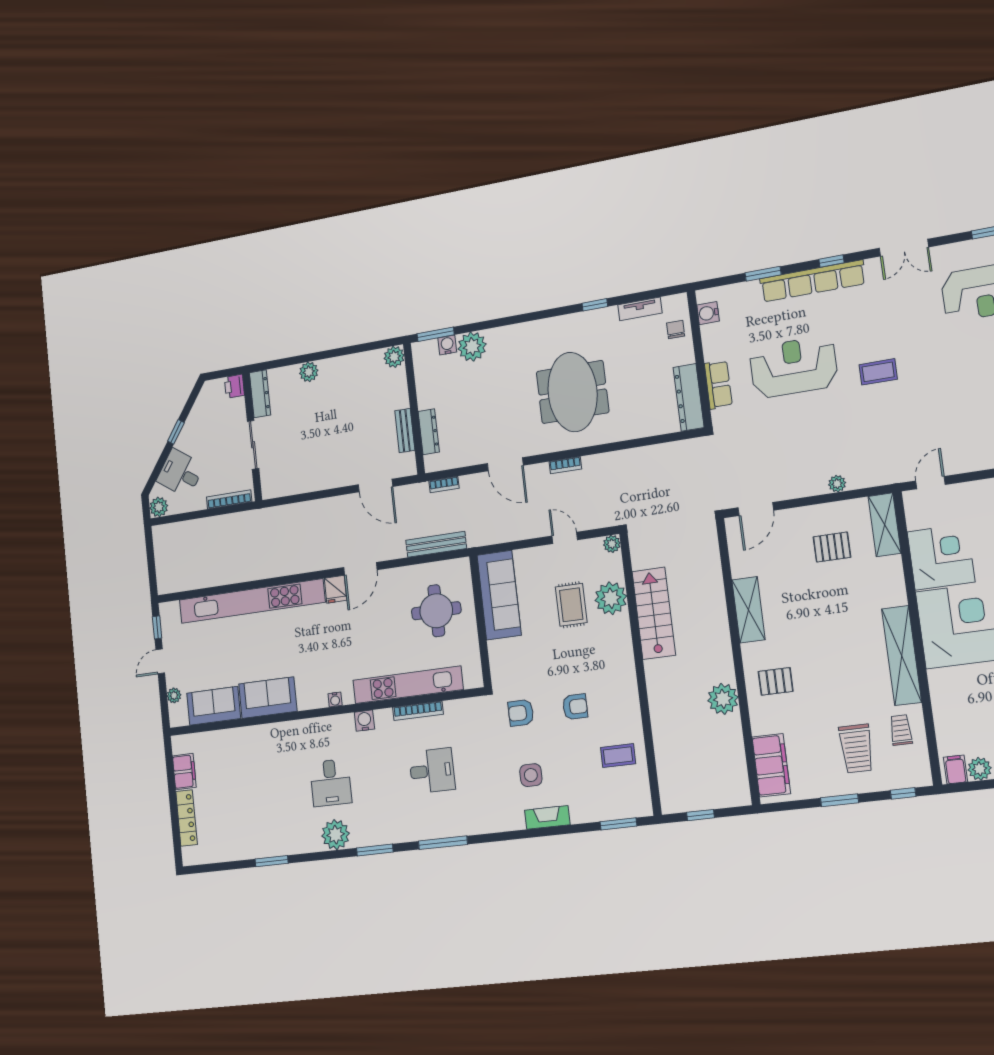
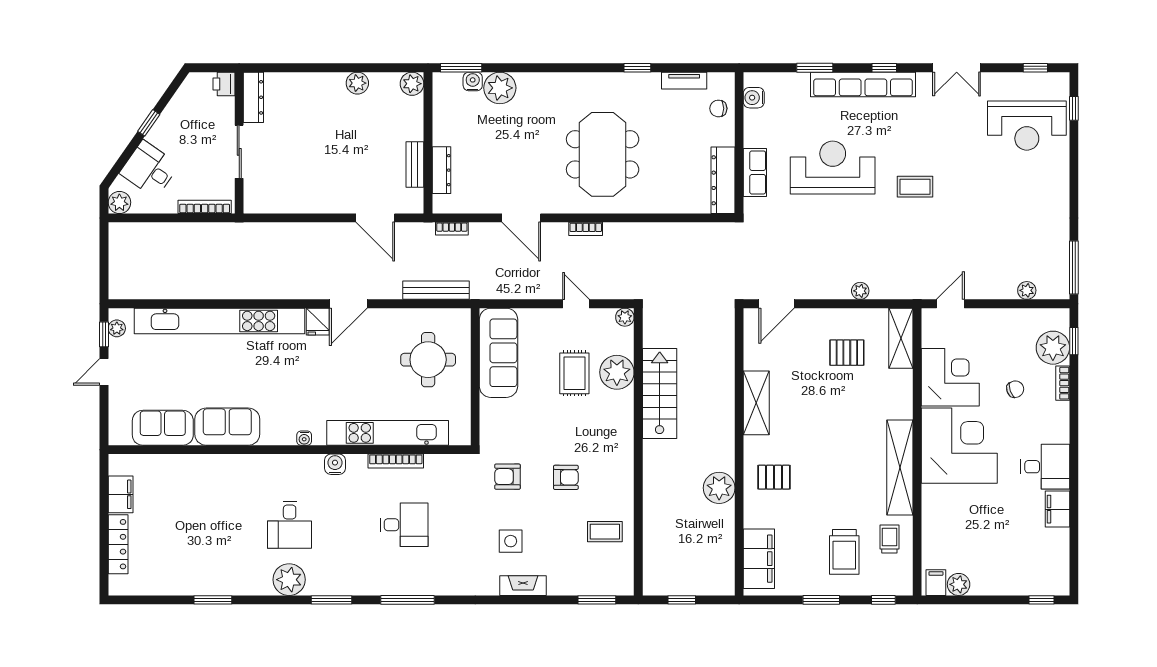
chair: (676, 329) -> (718, 108), turned -90
plant: (309, 372) -> (357, 83), moved
plant: (174, 695) -> (117, 328), moved

